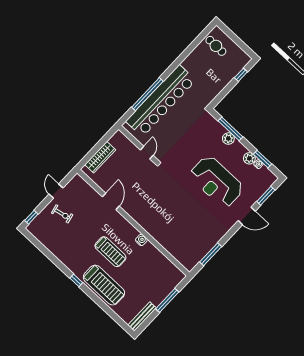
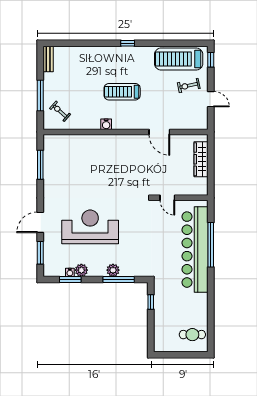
window: (241, 75) -> (151, 302), moved
exercise bike: (164, 277) -> (60, 111), added
treadmill: (104, 285) -> (179, 59), moved
bench: (142, 317) -> (48, 59), width x0.73

